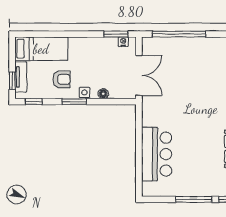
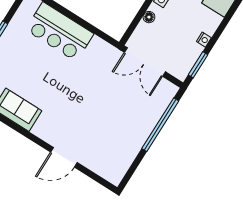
nightstand: (123, 42) -> (204, 40), moved

